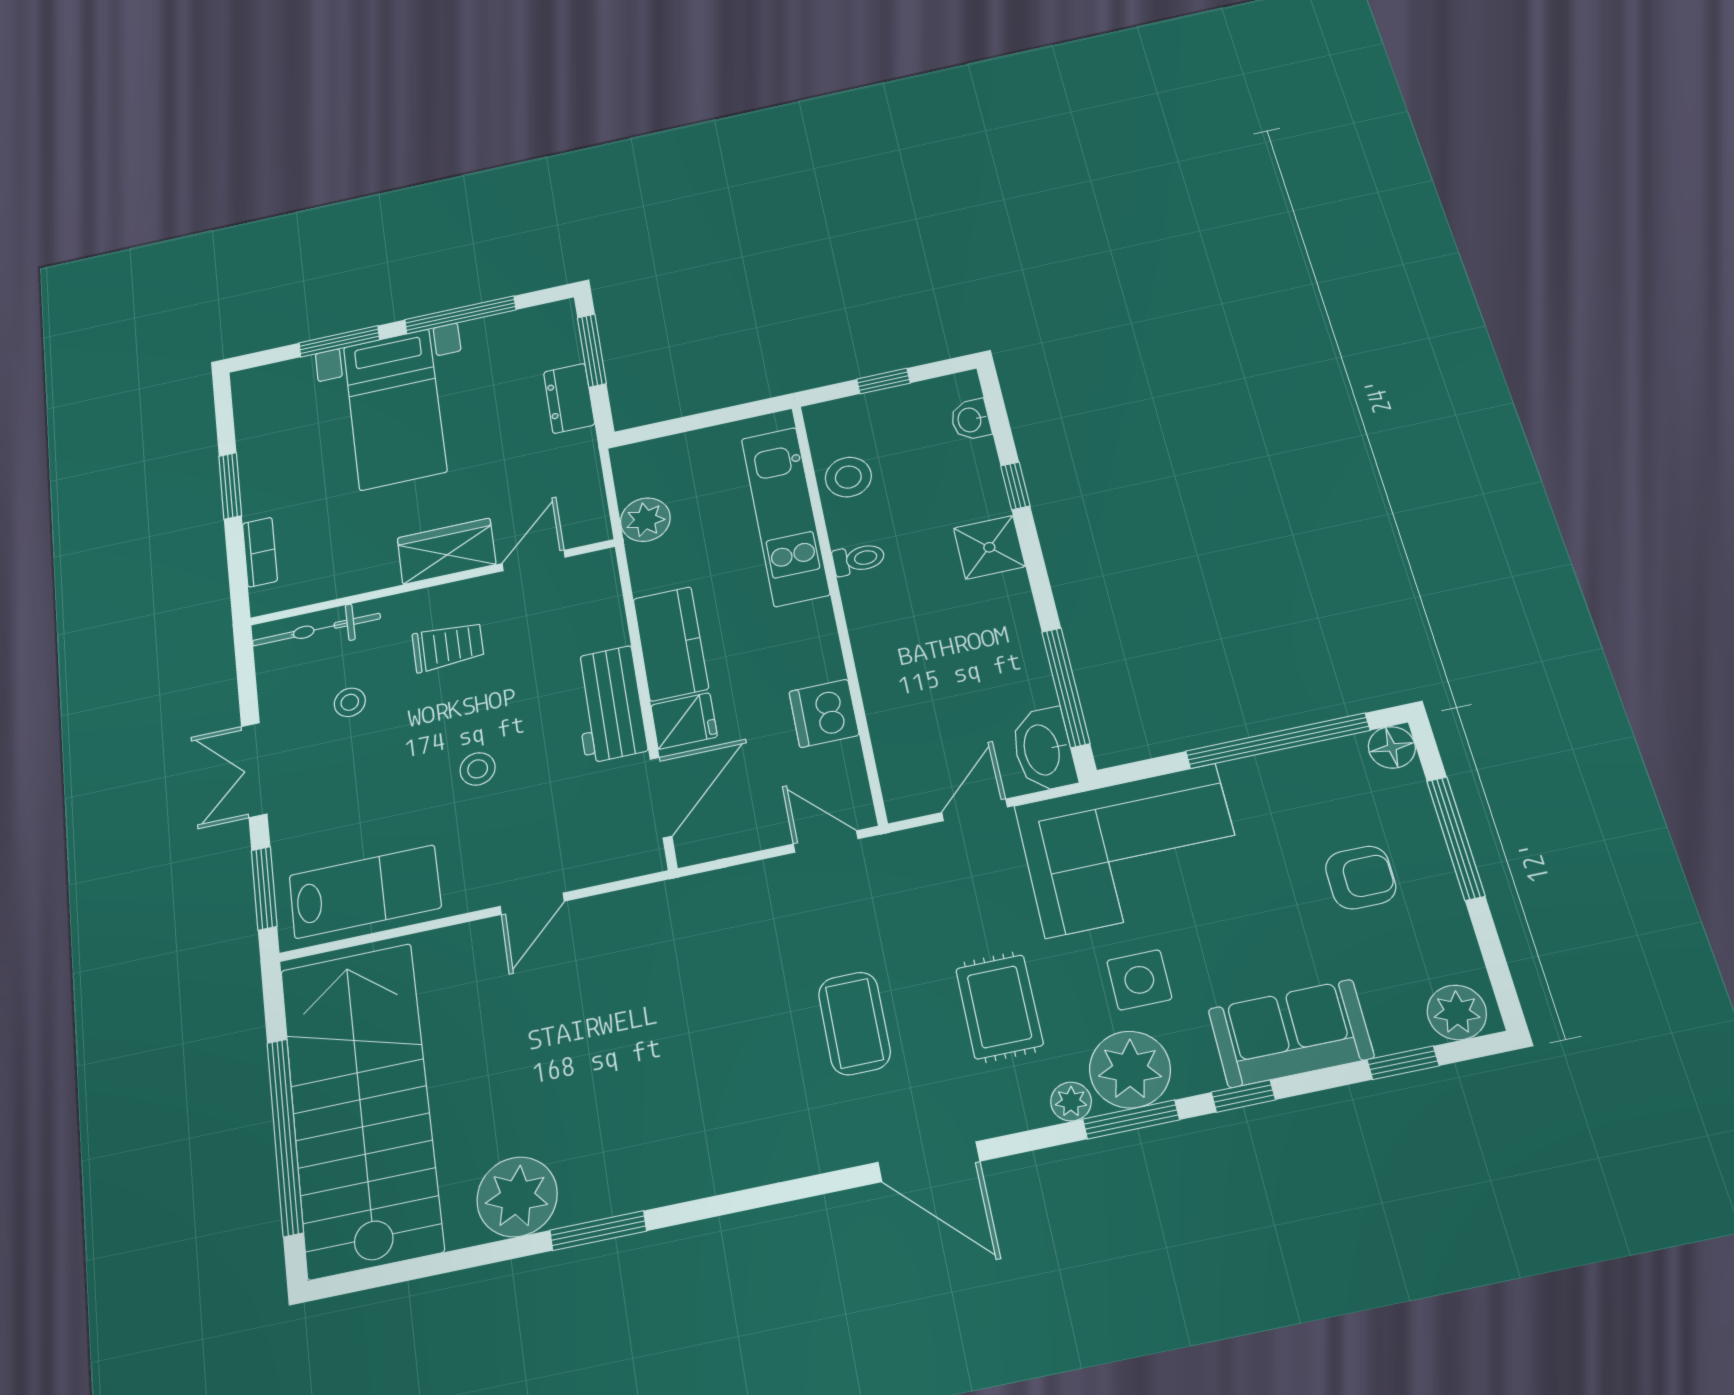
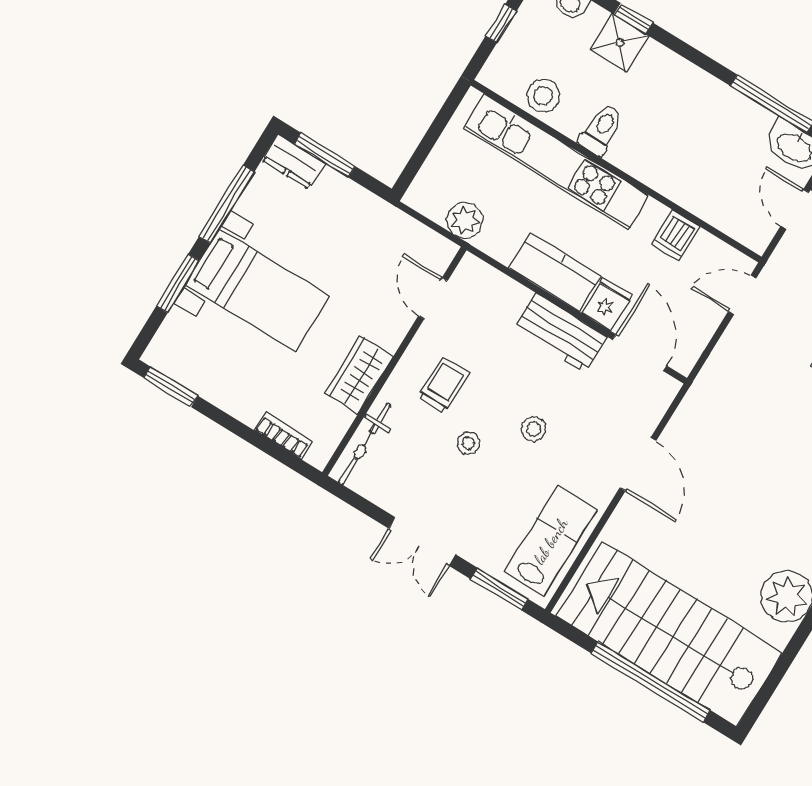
dresser: (569, 398) -> (293, 162), moved
window: (230, 486) -> (171, 387), moved
kitchen unit: (785, 516) -> (557, 162), width x1.36
shower: (989, 547) -> (620, 43), moved
wardrobe: (447, 551) -> (359, 375), moved
toilet: (859, 559) -> (602, 129), width x1.37, depth x1.39
stool: (350, 702) -> (468, 443), moved
dishwasher: (824, 713) -> (676, 236), width x0.73
door: (532, 904) -> (638, 464), width x1.38

